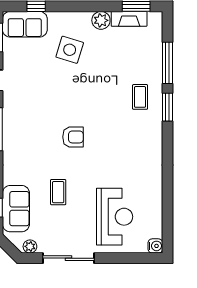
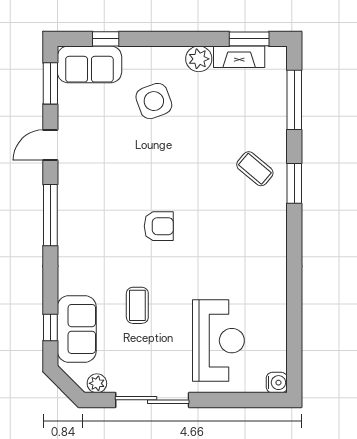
side table: (70, 50) -> (154, 101), turned -37
window: (167, 63) -> (294, 100), moved
coffee table: (140, 97) -> (255, 169), turned -50

